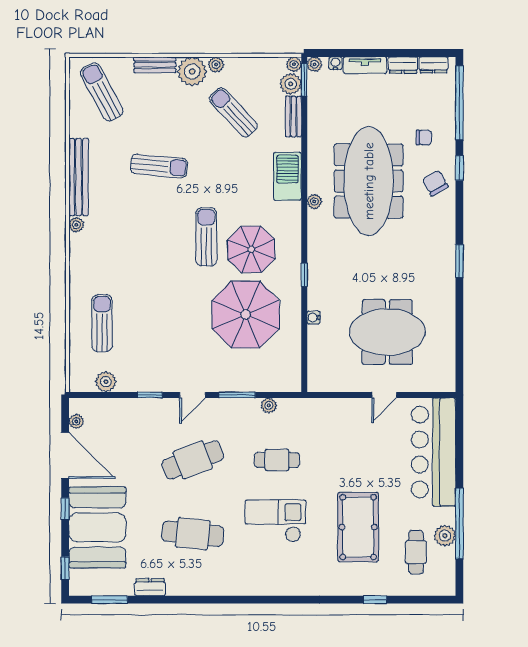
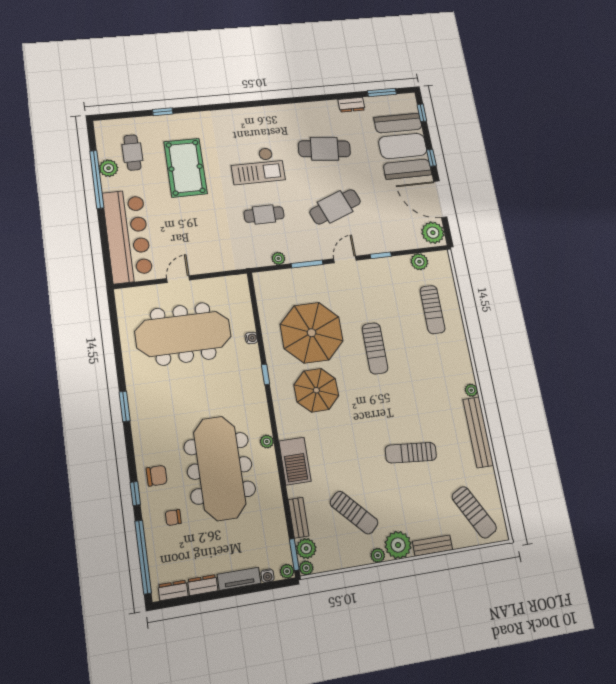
chair: (435, 183) -> (157, 476), turned -60
sun lounger: (206, 237) -> (375, 348), moved
meeting table: (387, 332) -> (183, 334), width x1.36
plant: (76, 421) -> (433, 233), width x1.88, depth x1.88

